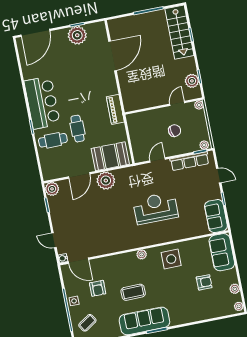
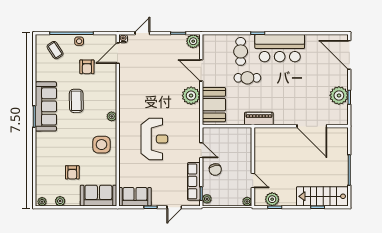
chair: (175, 131) -> (215, 170), moved
armchair: (98, 288) -> (87, 67), turned -90

